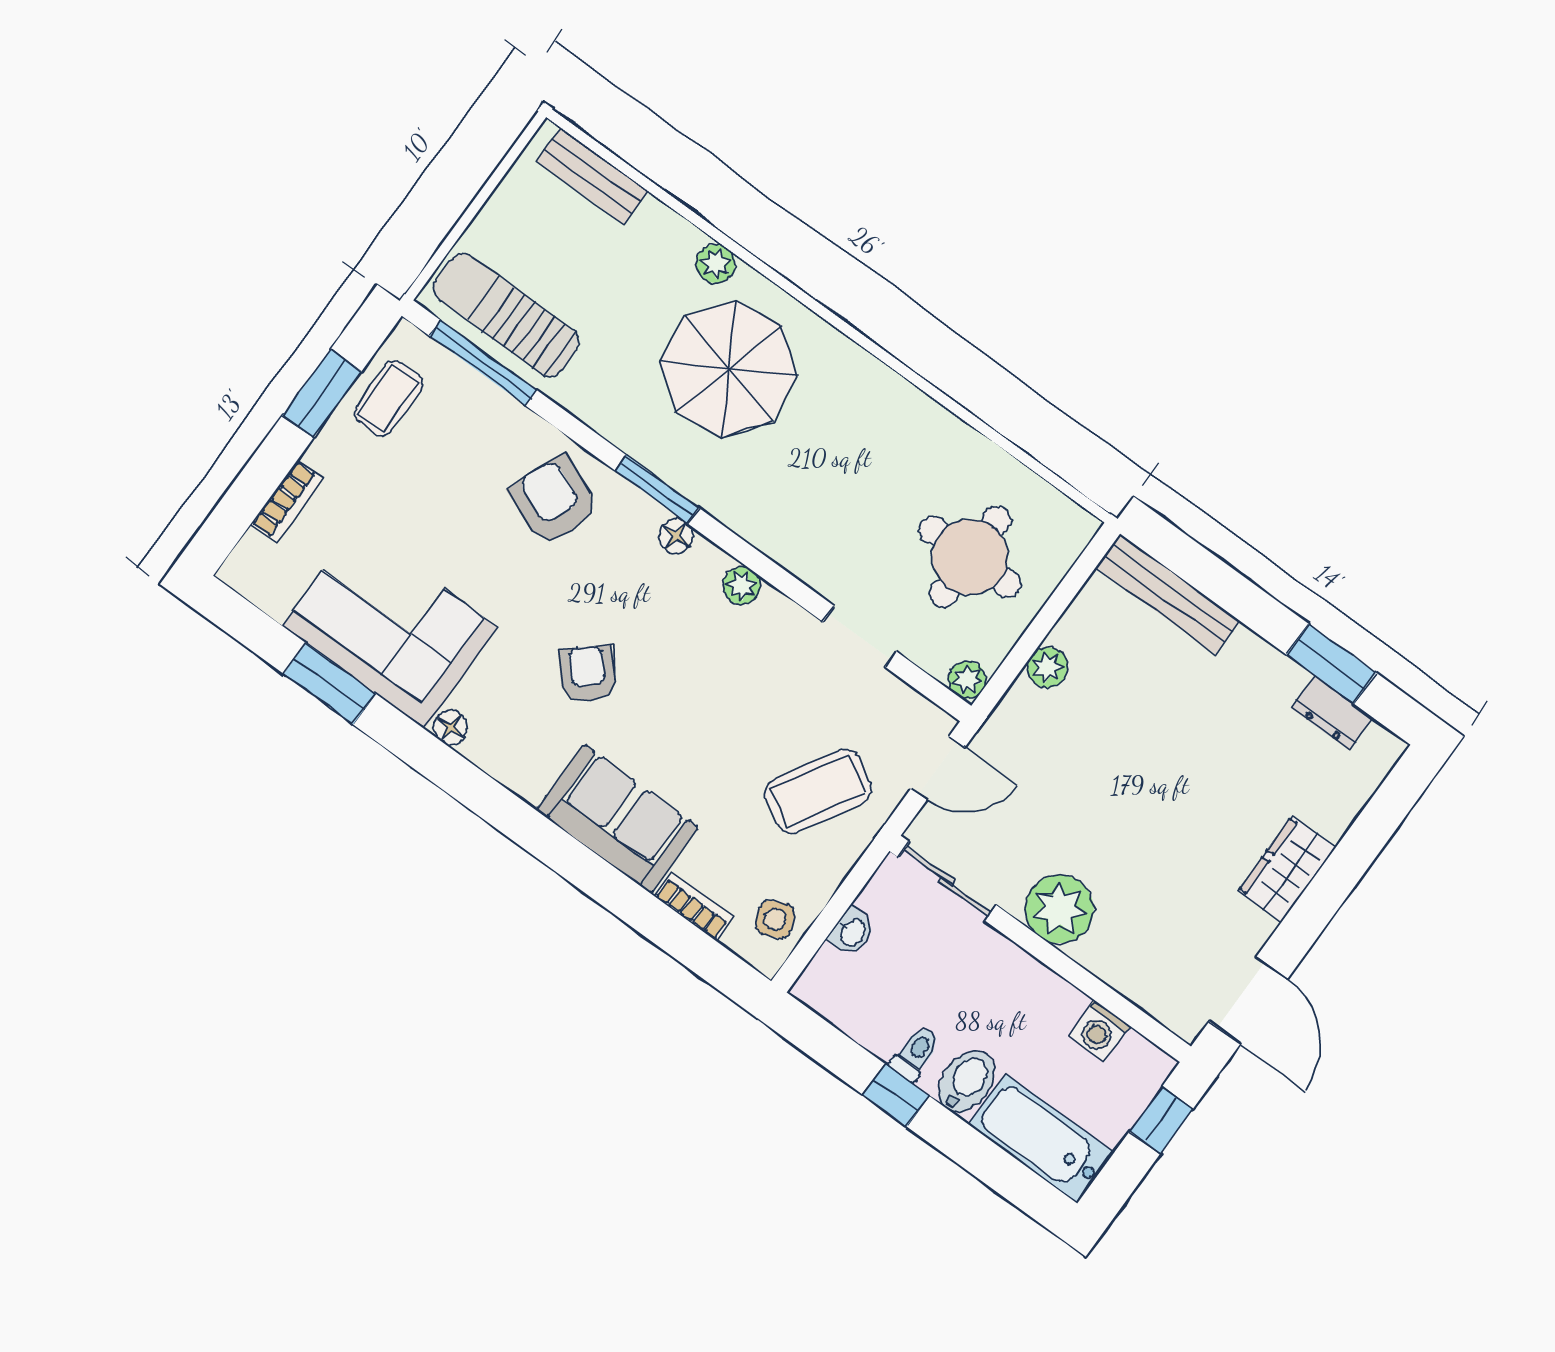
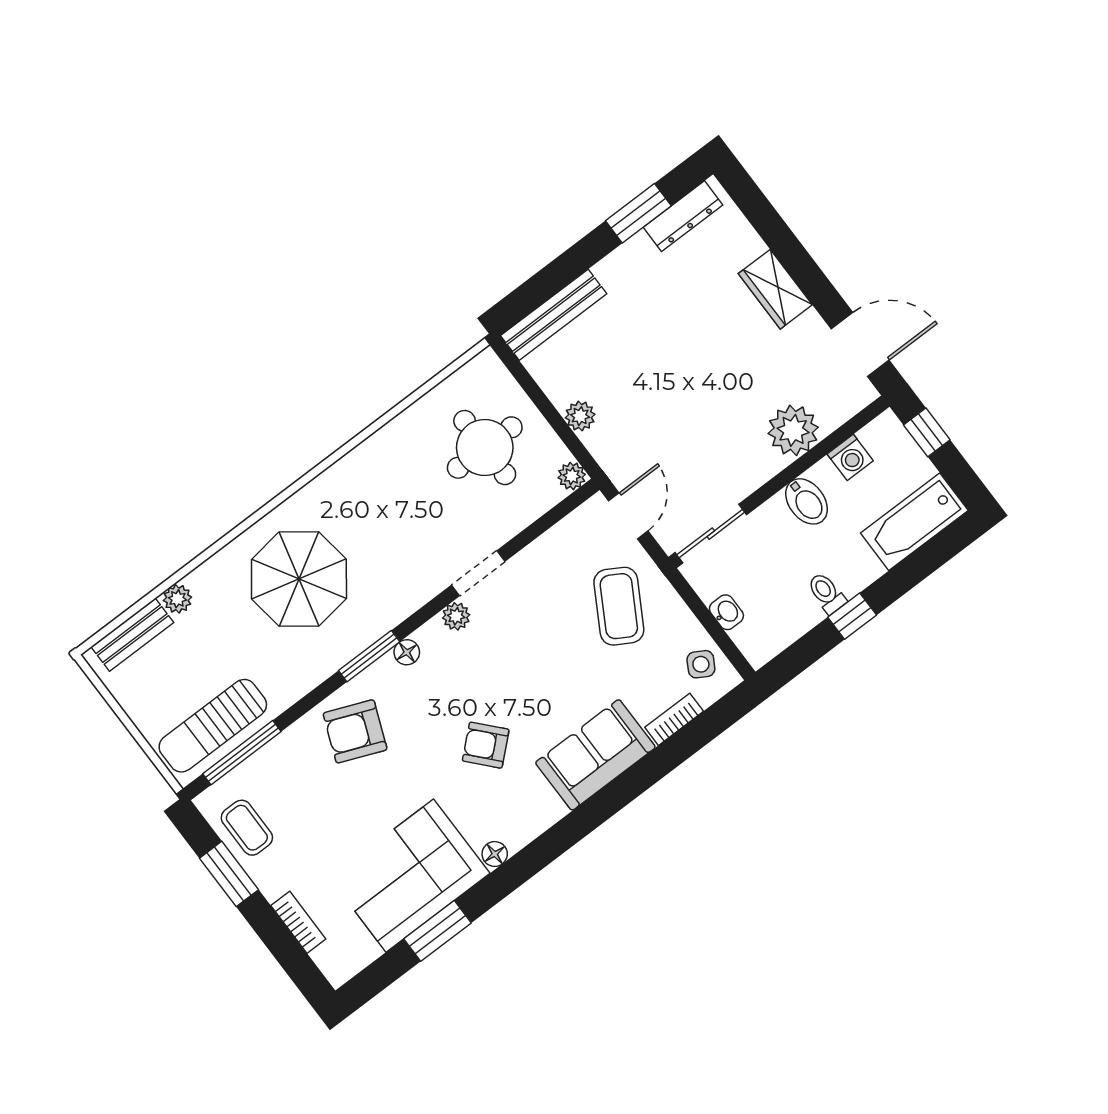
plant: (716, 264) -> (177, 599), moved
doorway: (860, 636) -> (478, 573), moved
dresser: (1332, 713) -> (683, 216), width x1.44
plant: (1060, 909) -> (793, 430), moved
side table: (775, 919) -> (701, 664), turned -36
bidet: (967, 1081) -> (806, 501), moved, turned 180

